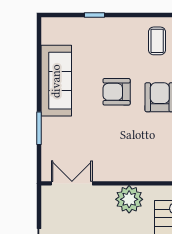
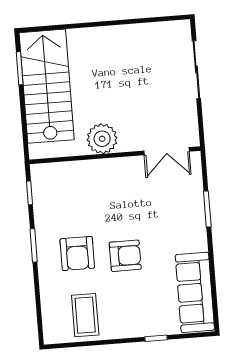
coffee table: (157, 41) -> (85, 315), width x1.36, depth x1.30
sofa: (56, 81) -> (195, 292), moved

